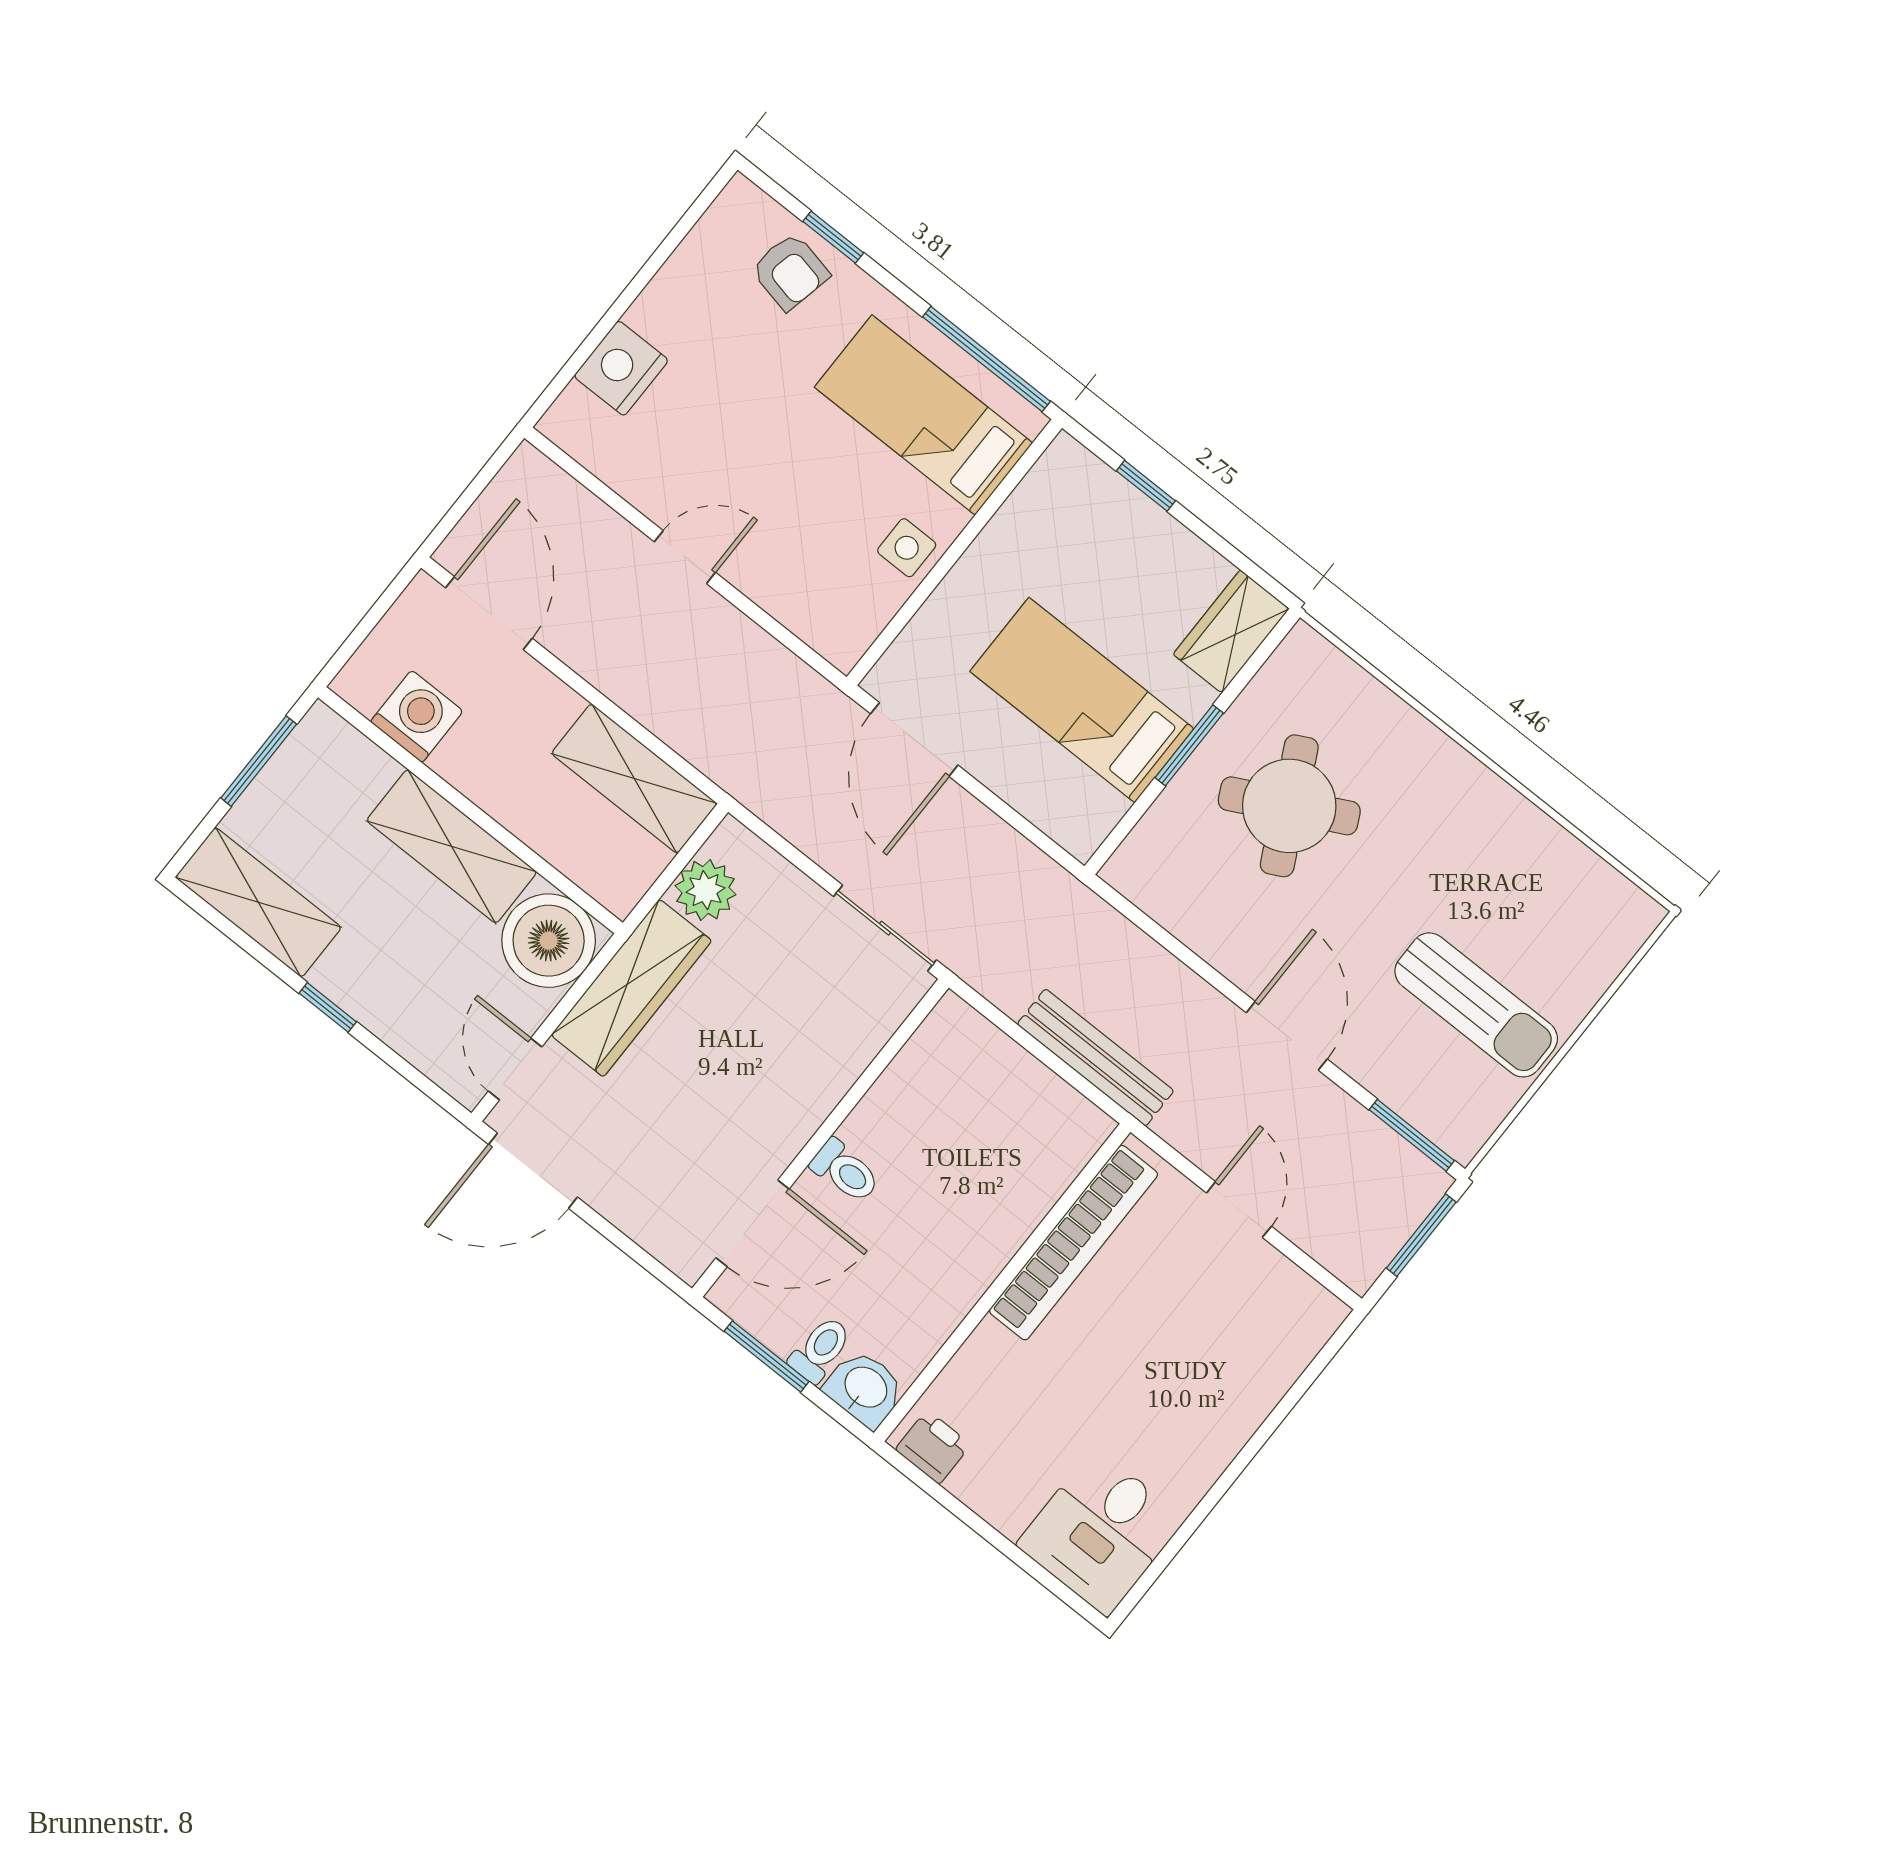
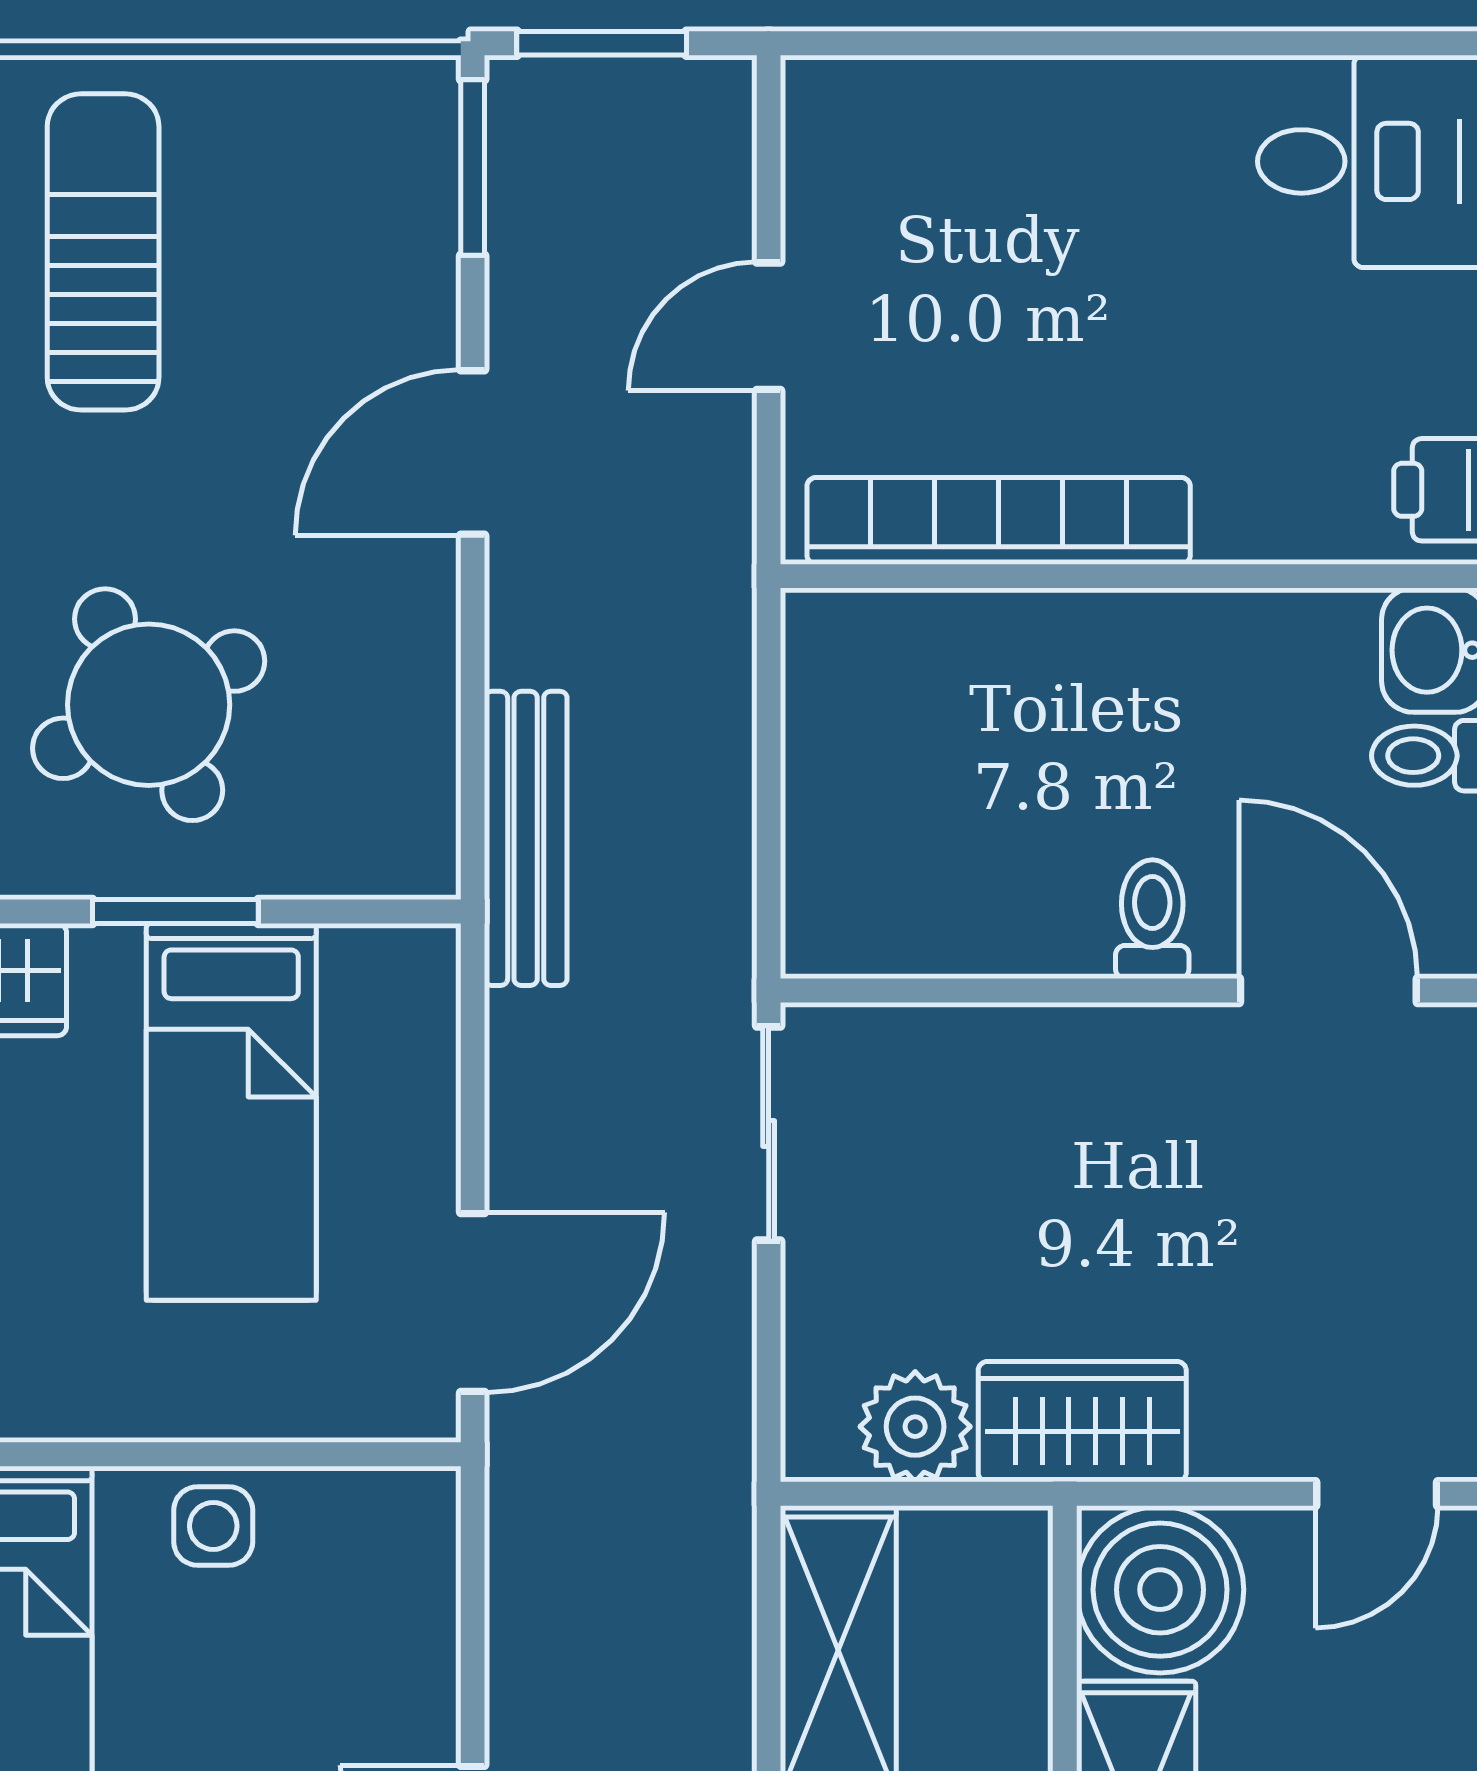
wardrobe: (631, 988) -> (1082, 1422), width x0.67
sun lounger: (1476, 1005) -> (103, 252), moved
bench: (1095, 1058) -> (526, 838), moved

